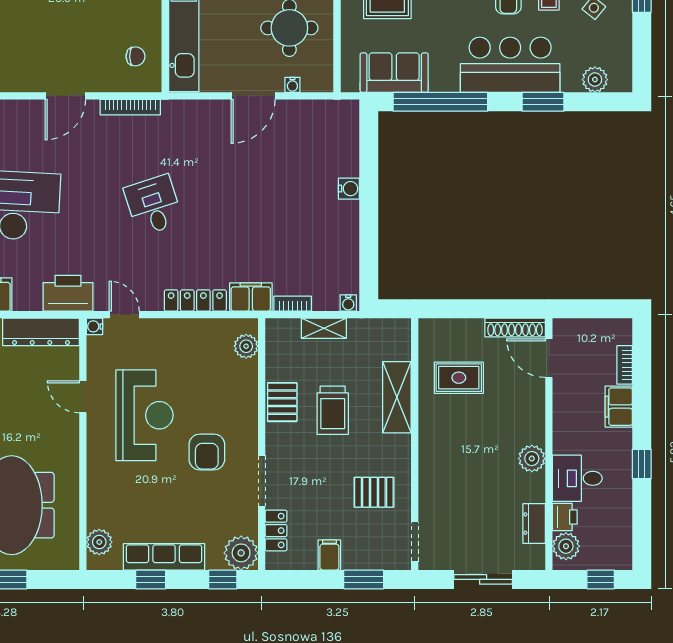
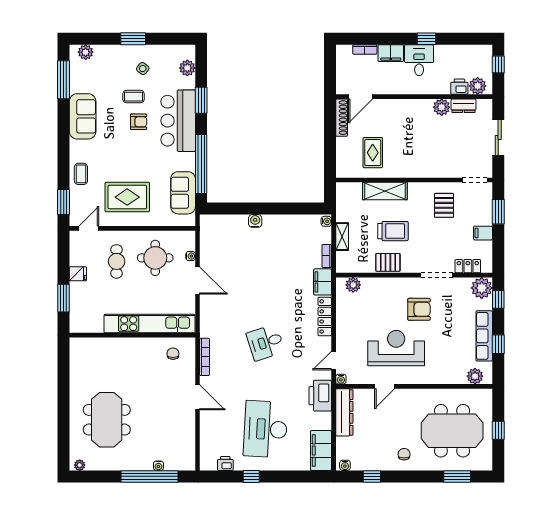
plant: (532, 459) -> (442, 107), moved
desk: (577, 478) -> (419, 60), moved, turned 180

